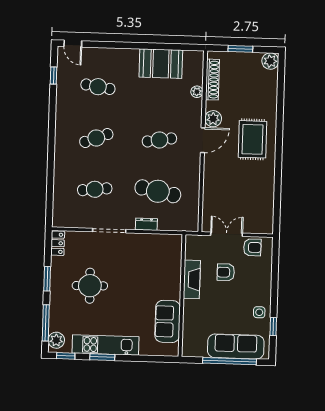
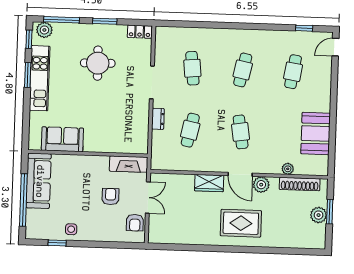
plant: (270, 61) -> (319, 215), moved
cafe table: (96, 138) -> (243, 70), turned 33
wardrobe: (212, 172) -> (209, 183), added
cafe table: (158, 191) -> (190, 130), width x0.73, depth x0.74
fireplace: (192, 279) -> (129, 164), moved
sofa: (236, 346) -> (39, 181), moved

